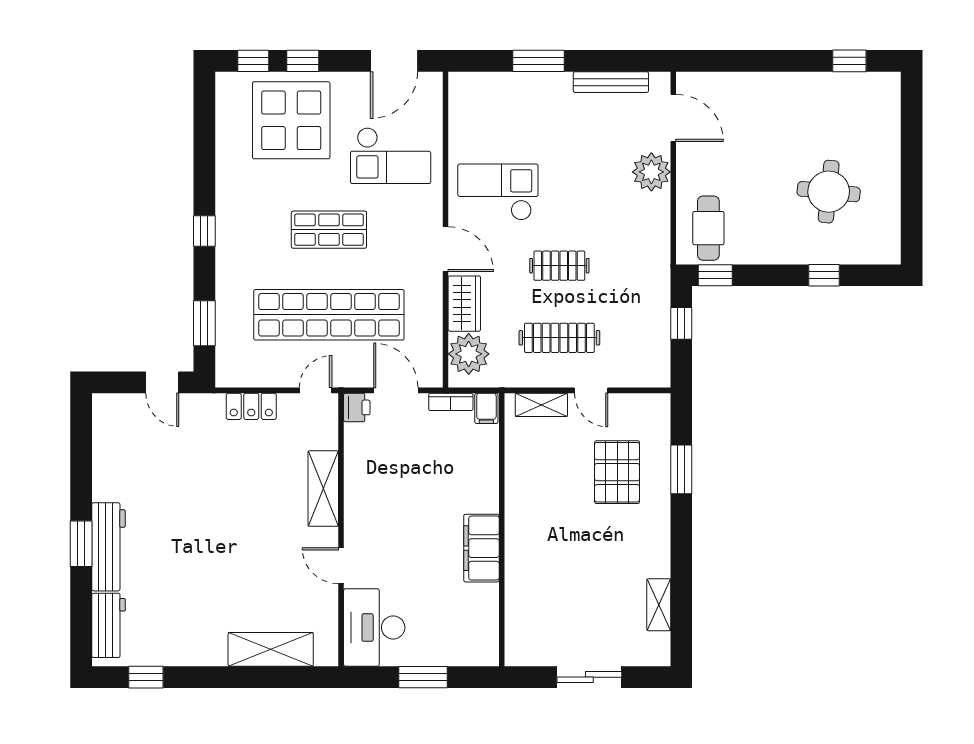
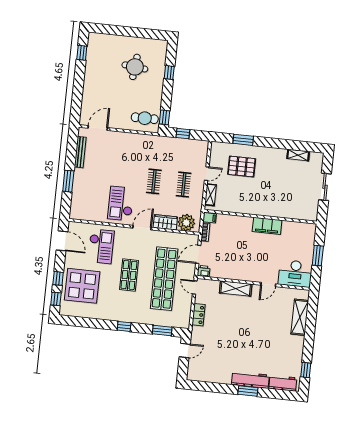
plant: (651, 172) -> (119, 139), removed
clothes rail: (559, 338) -> (184, 184), width x0.73

